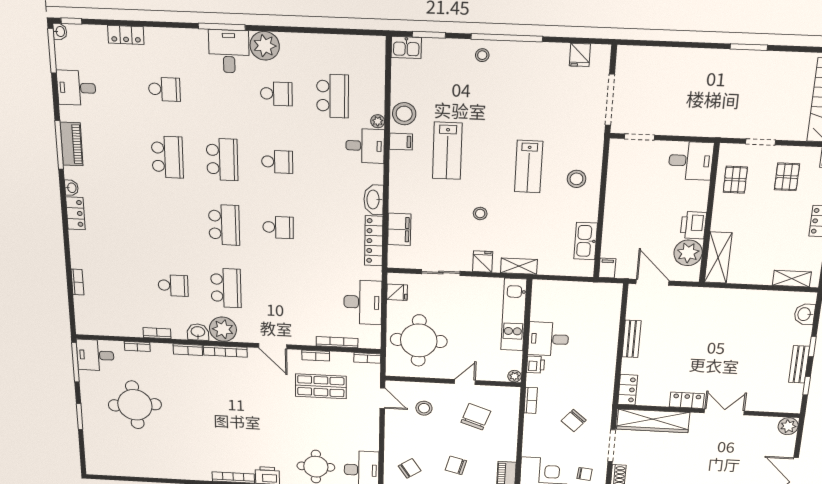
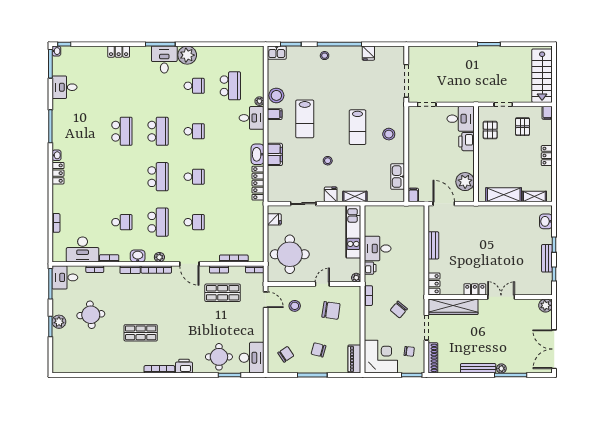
locker: (126, 35) -> (119, 52), moved
fridge: (580, 55) -> (368, 53), moved
school desk: (164, 89) -> (194, 222), moved
piano: (72, 144) -> (59, 125), removed
printer: (693, 225) -> (467, 142), moved
filing cabinet: (399, 229) -> (275, 154), moved
shelving: (718, 258) -> (504, 195), moved, turned 90
desk: (363, 302) -> (83, 249), moved, turned 90
plant: (223, 329) -> (159, 257), width x0.53, depth x0.53
round table: (135, 405) -> (91, 315), width x0.73, depth x0.73
plant: (91, 411) -> (59, 322), added
chair: (476, 417) -> (331, 310), turned 79
shop shelf: (206, 431) -> (141, 333), added

